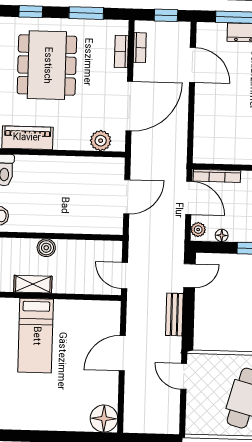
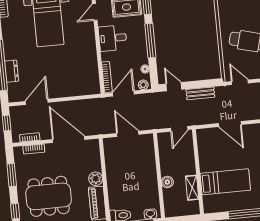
plant: (101, 141) -> (96, 179), moved
door: (184, 376) -> (240, 82), swing flipped

